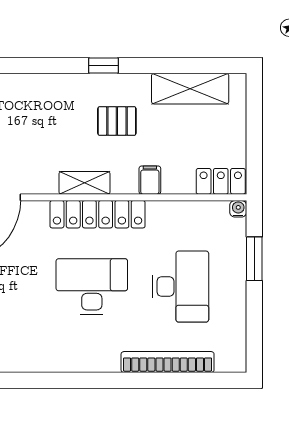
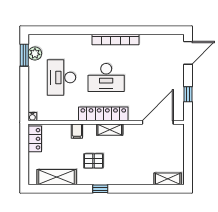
locker: (221, 181) -> (35, 139), moved, turned -90
window: (254, 259) -> (24, 55), moved
plant: (233, 334) -> (35, 54), added
bookcase: (168, 362) -> (116, 39), moved

